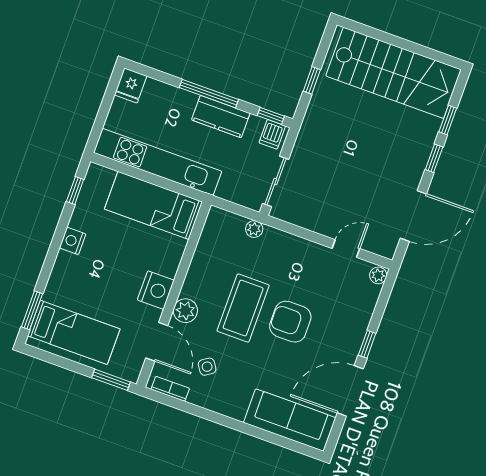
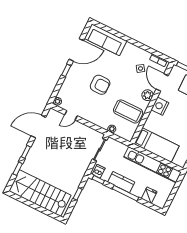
fridge: (131, 85) -> (149, 195), moved
coffee table: (243, 308) -> (128, 111), moved, turned 90

